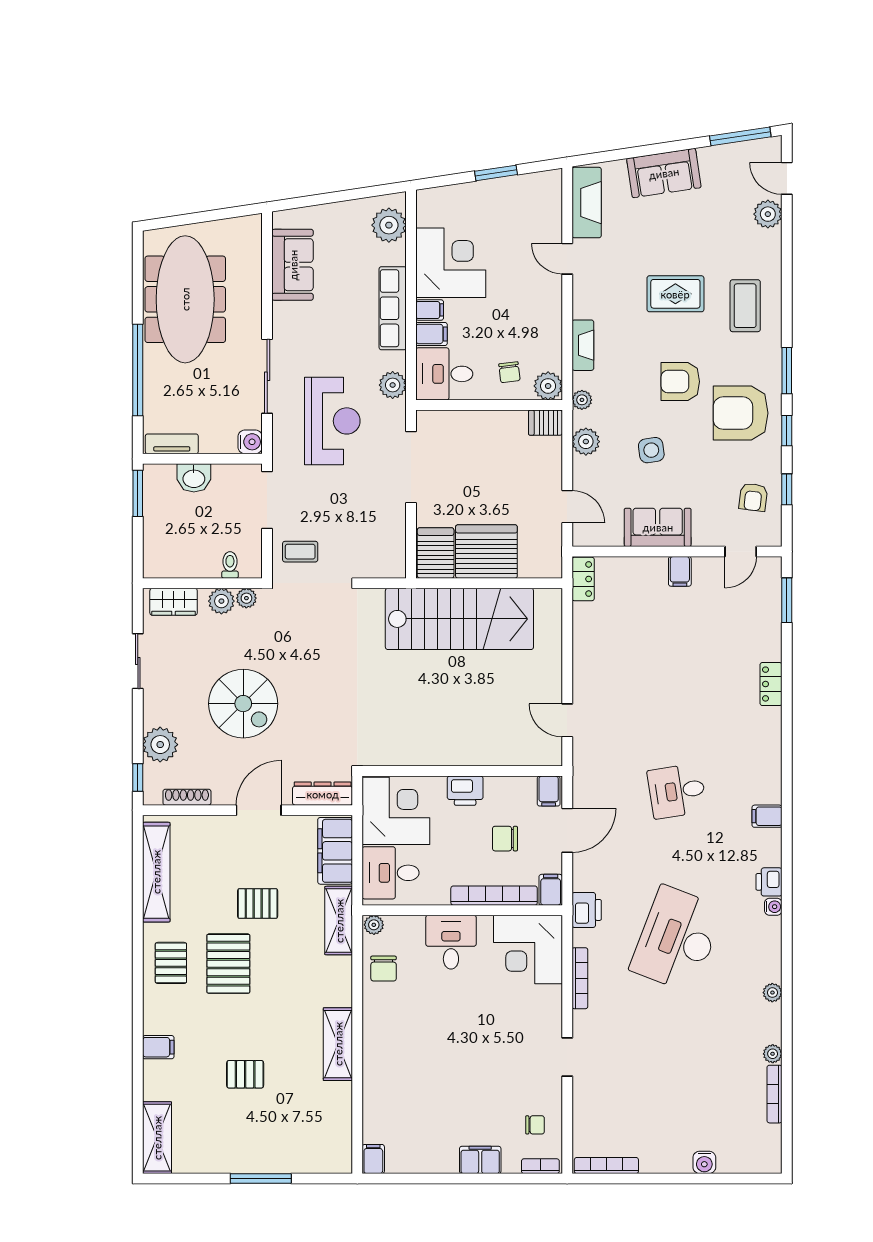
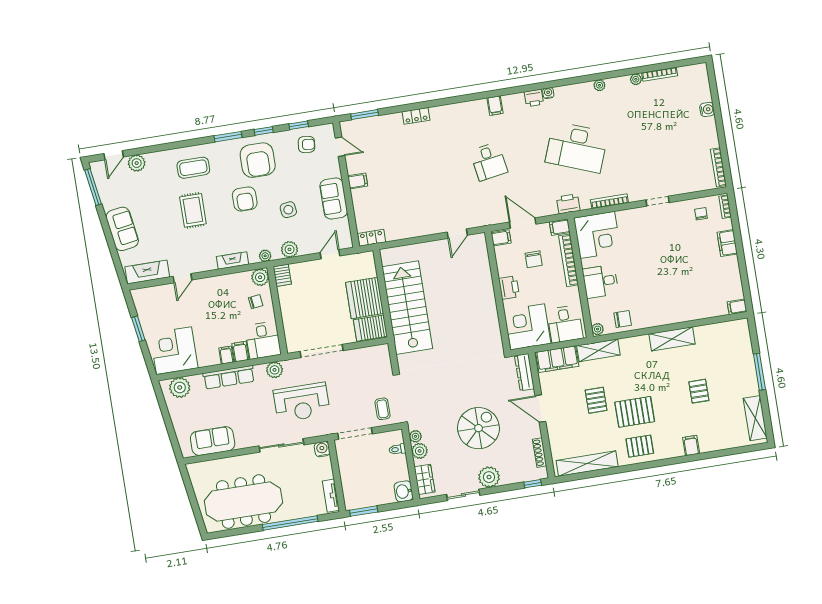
corner desk: (451, 263) -> (174, 351), moved
reception desk: (332, 421) -> (302, 402), turned 180
washbasin: (194, 478) -> (404, 491), moved, turned 180
plant: (160, 745) -> (489, 477), moved
shelving: (157, 1138) -> (755, 418), moved, turned 90

